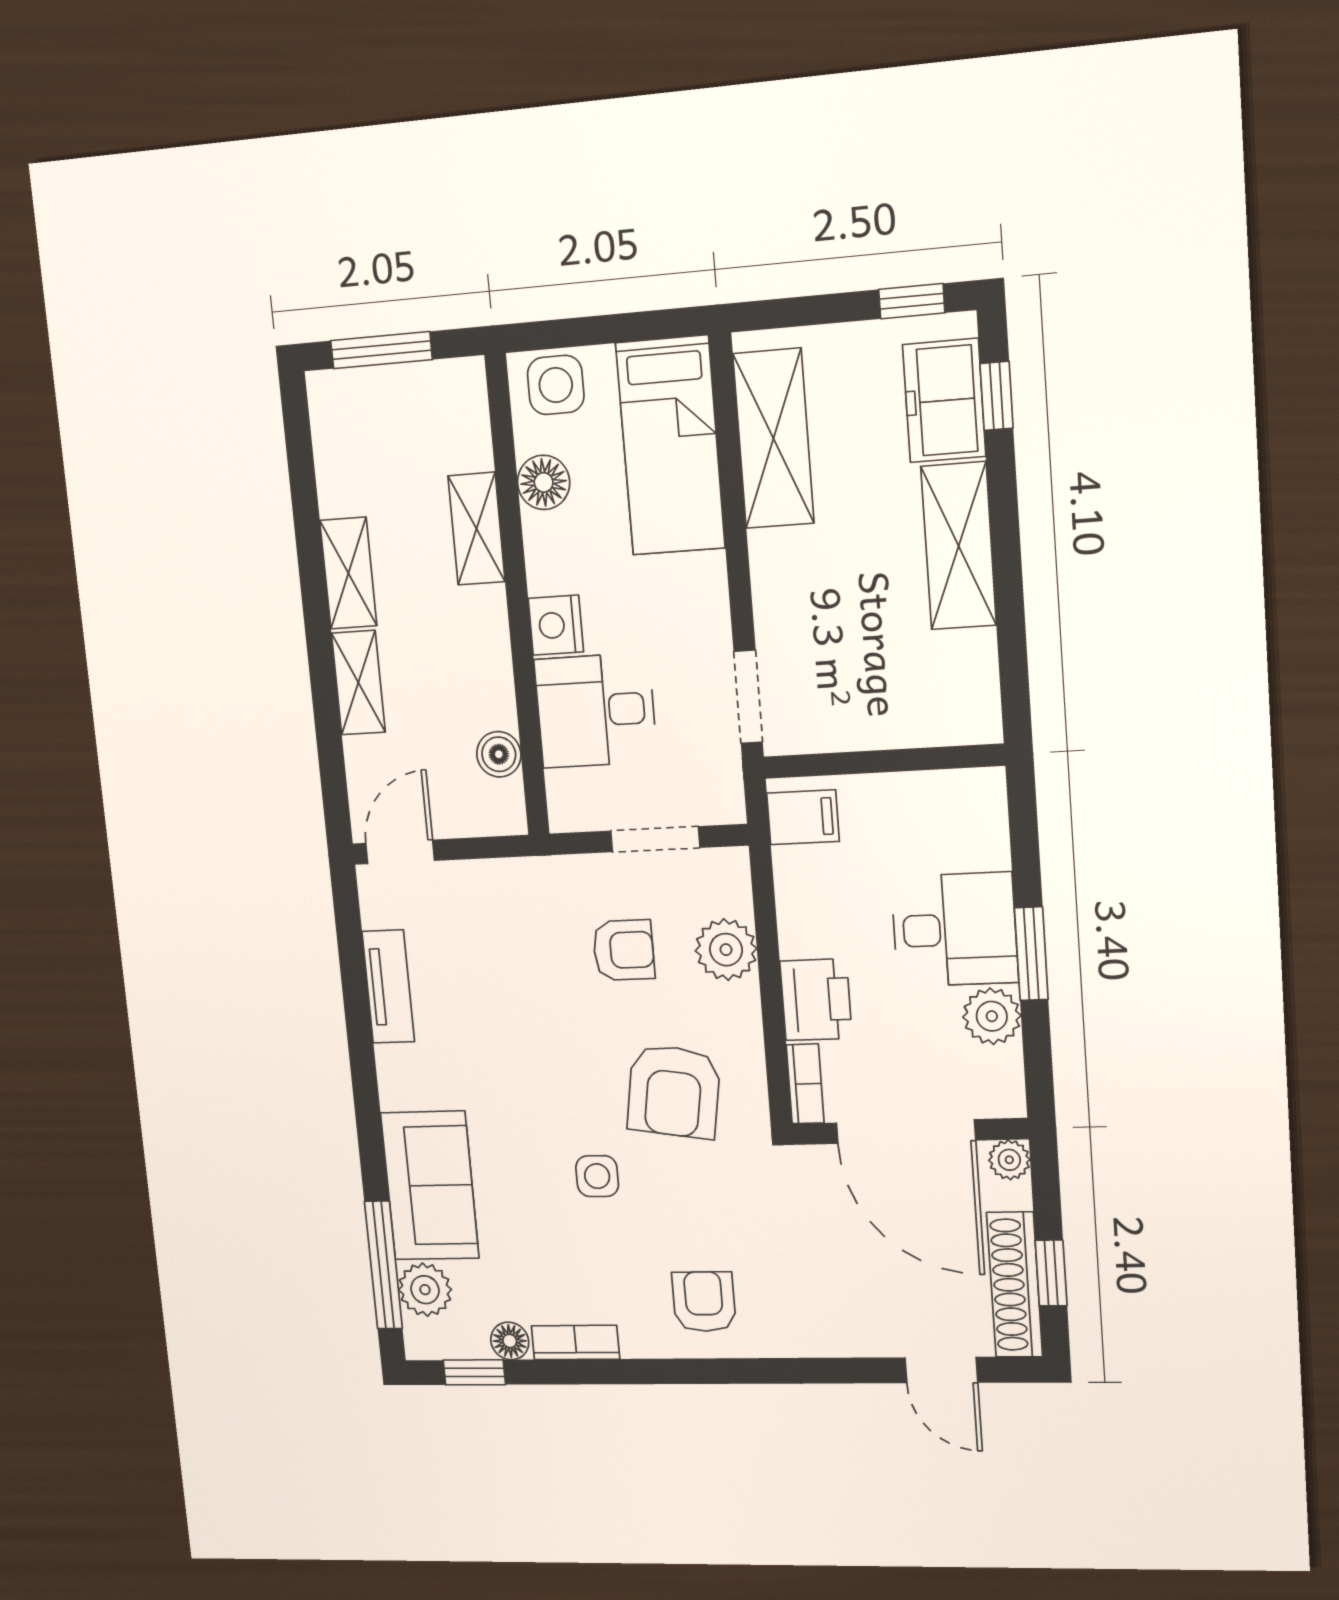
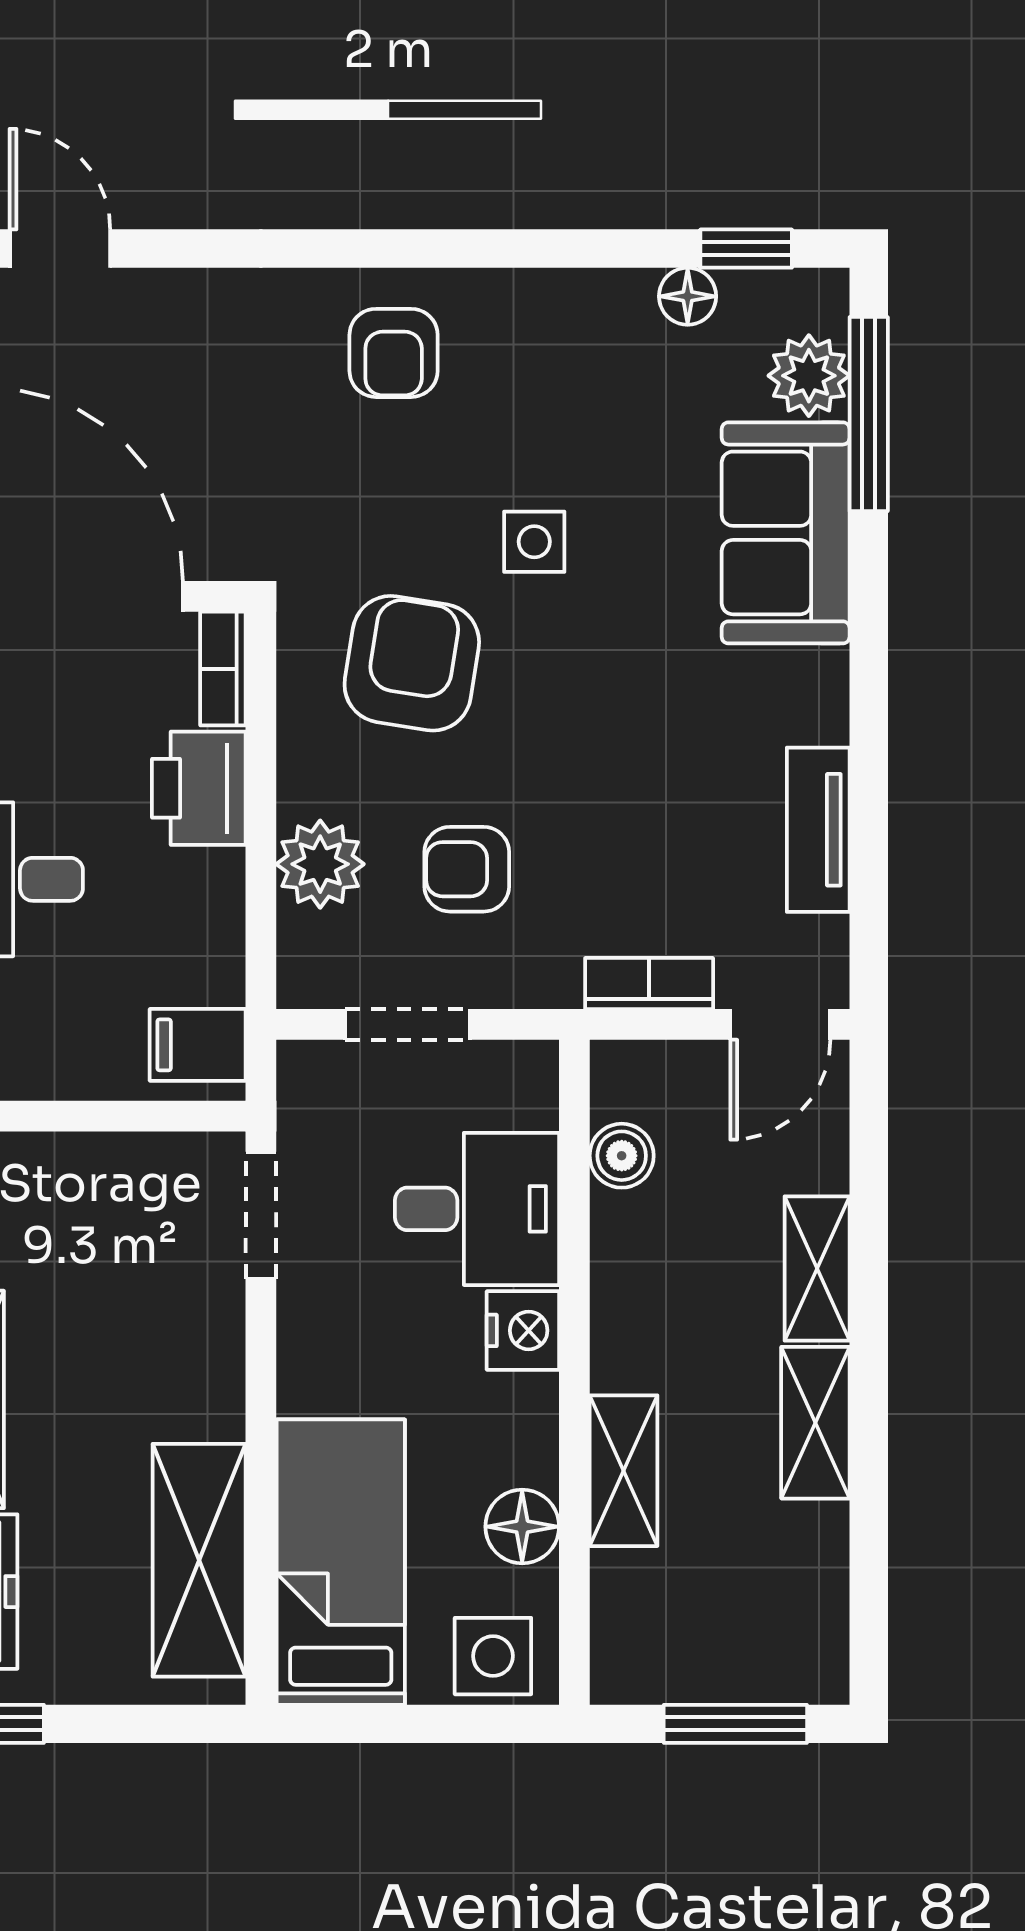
bookcase: (575, 1342) -> (649, 984), moved, turned 180

